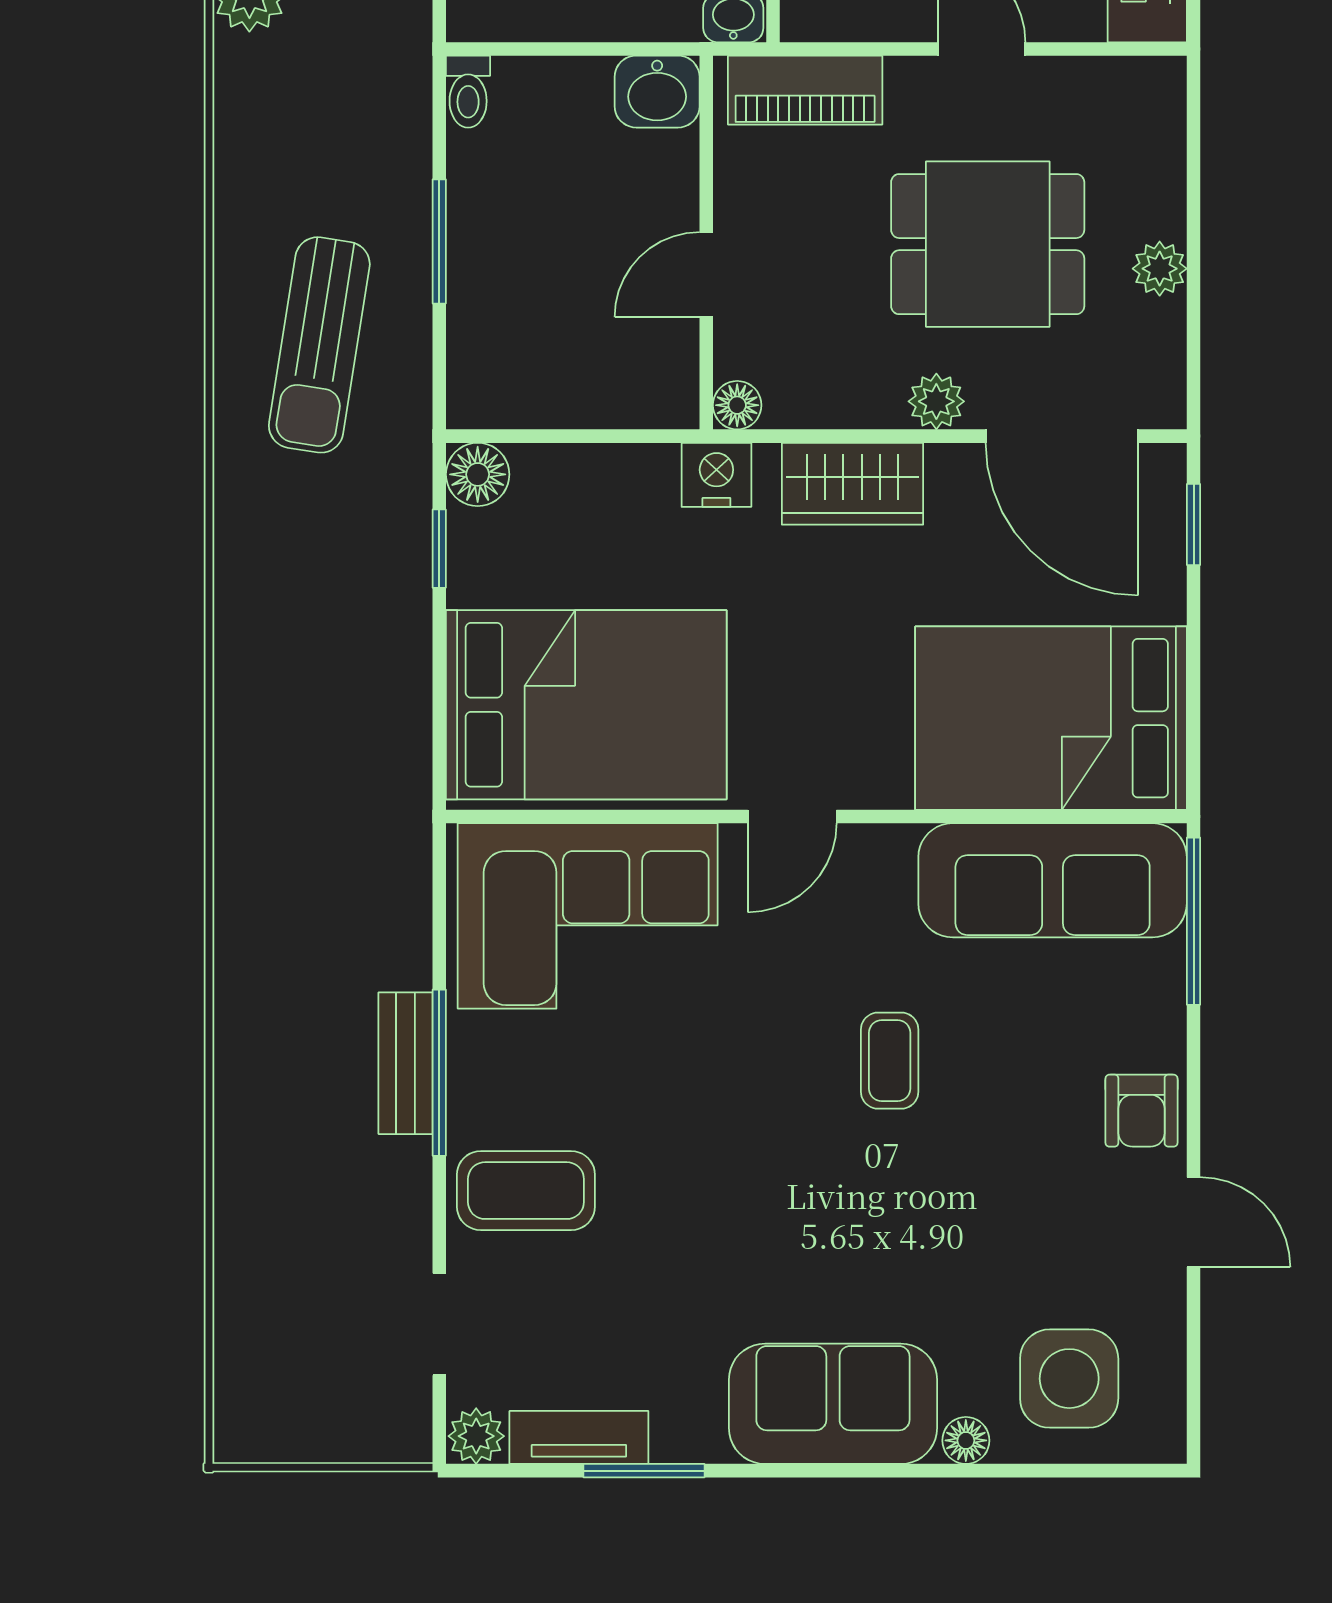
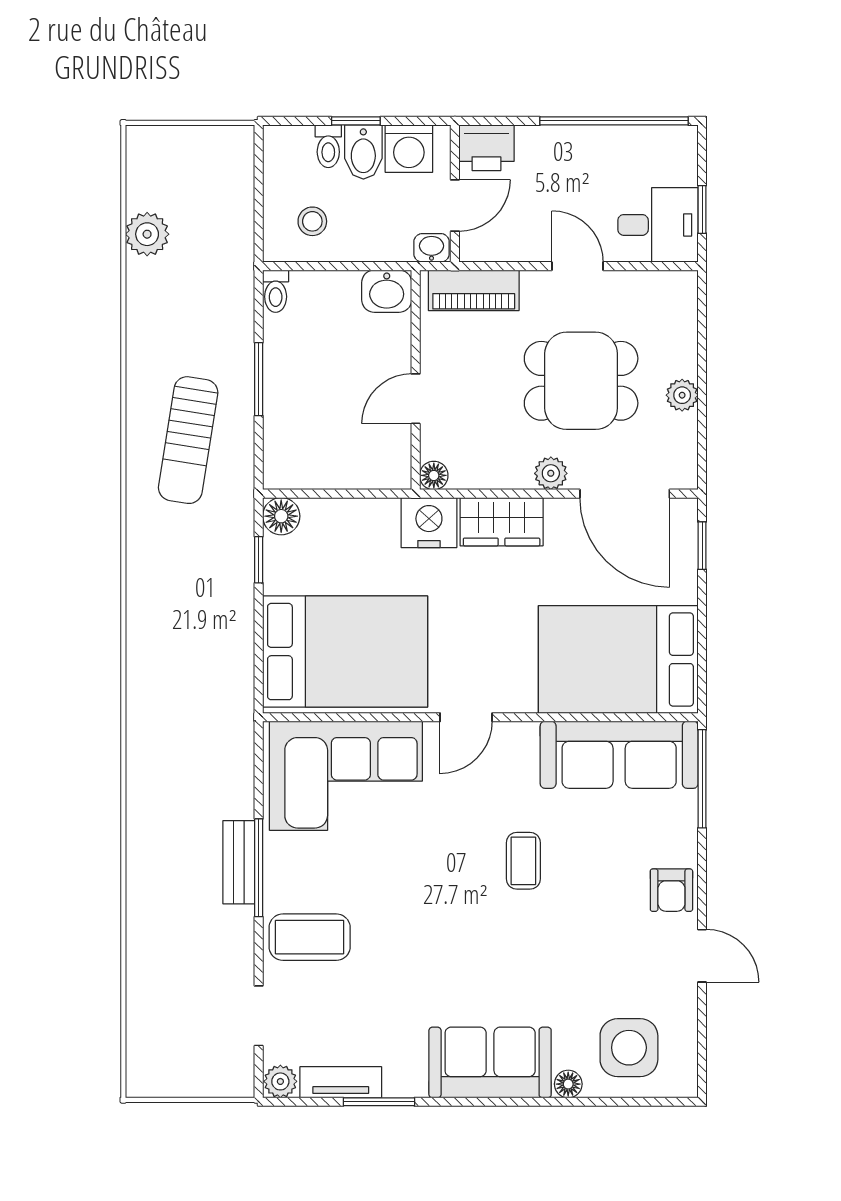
nightstand: (716, 475) -> (429, 523), width x1.36, depth x1.33

